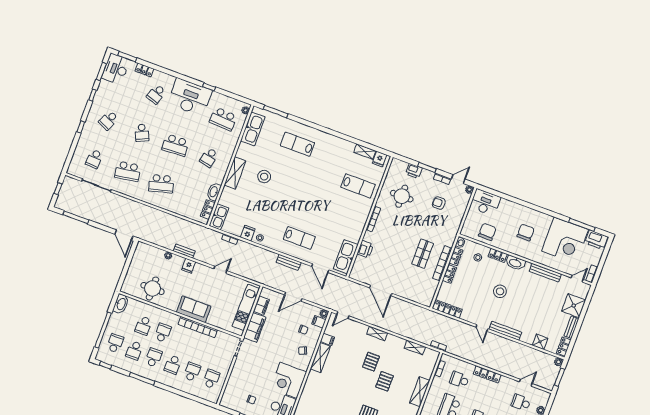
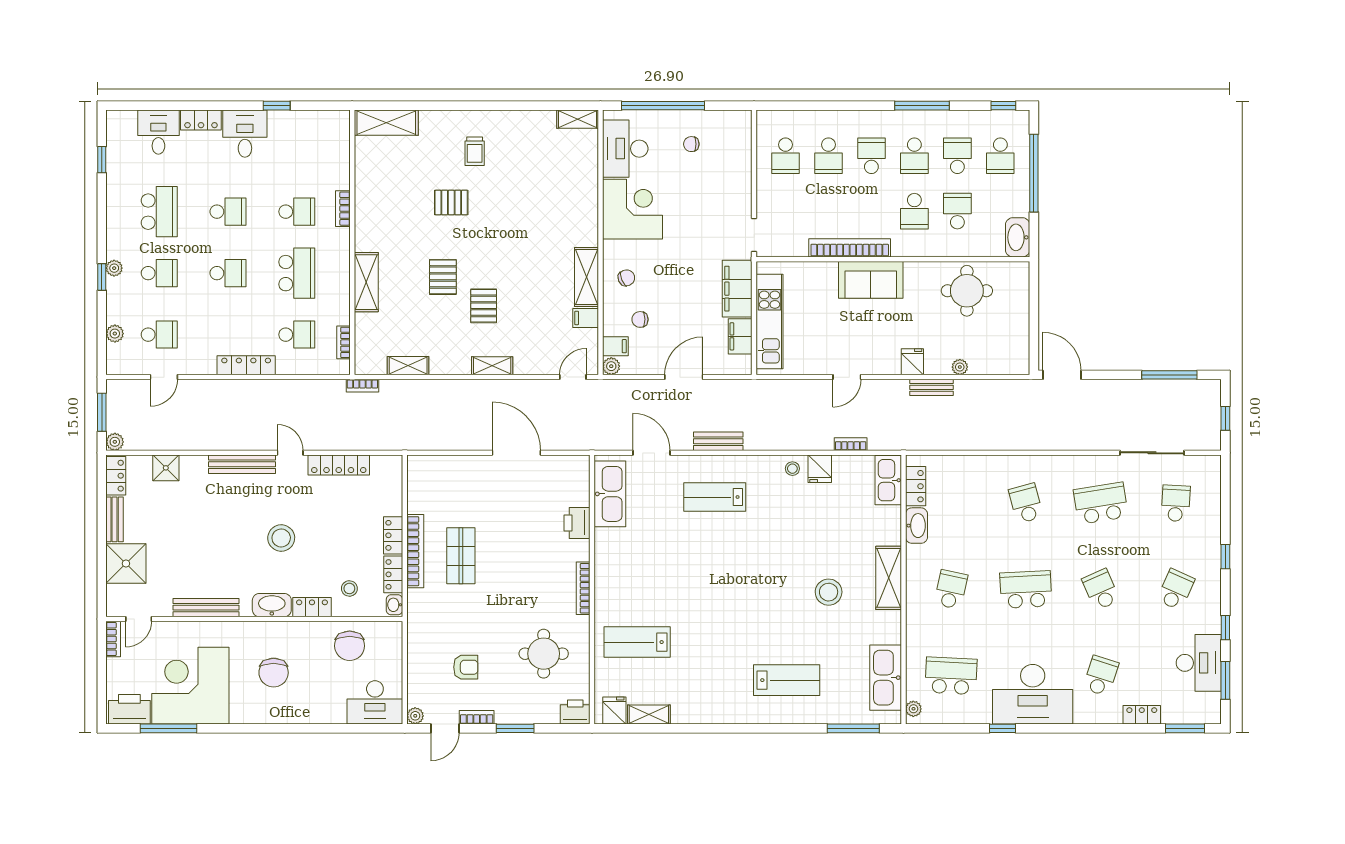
desk: (116, 69) -> (1199, 663), moved
printer: (414, 171) -> (575, 712), moved
school desk: (161, 184) -> (1026, 503), width x0.54
locker: (447, 309) -> (339, 465), moved

